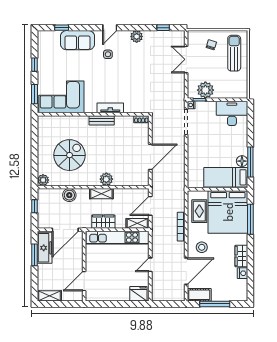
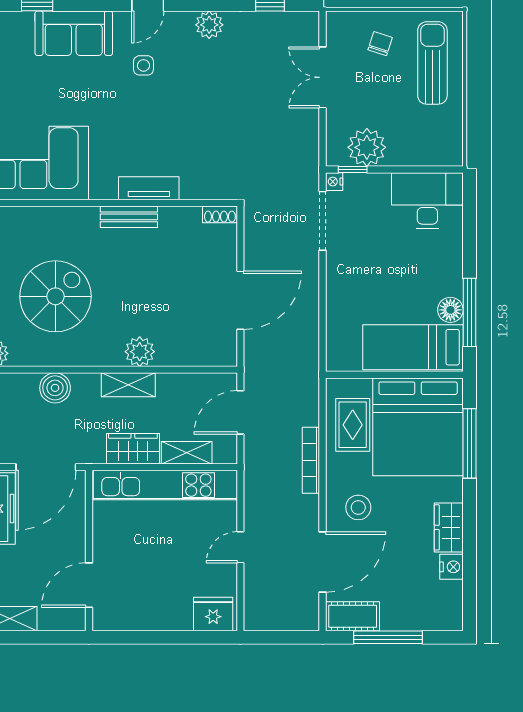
shelving: (137, 223) -> (187, 453), moved

